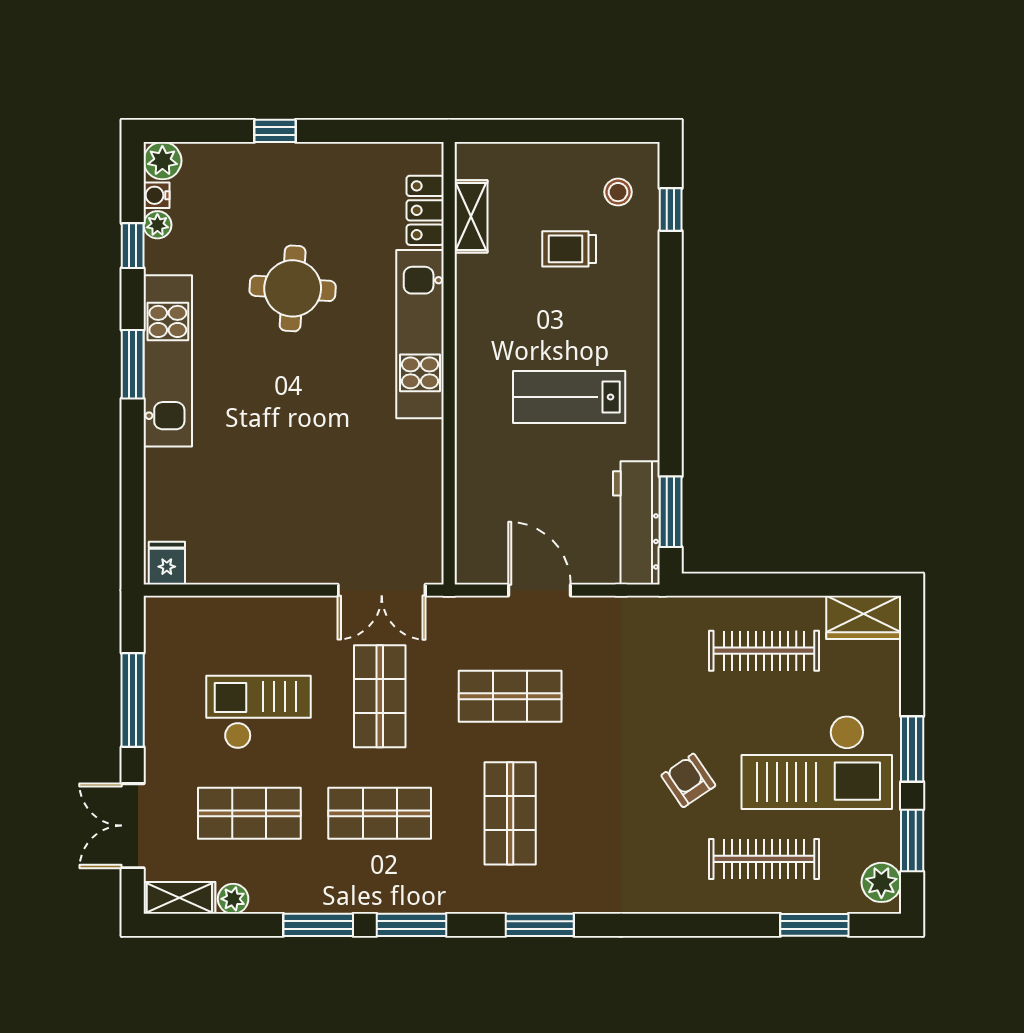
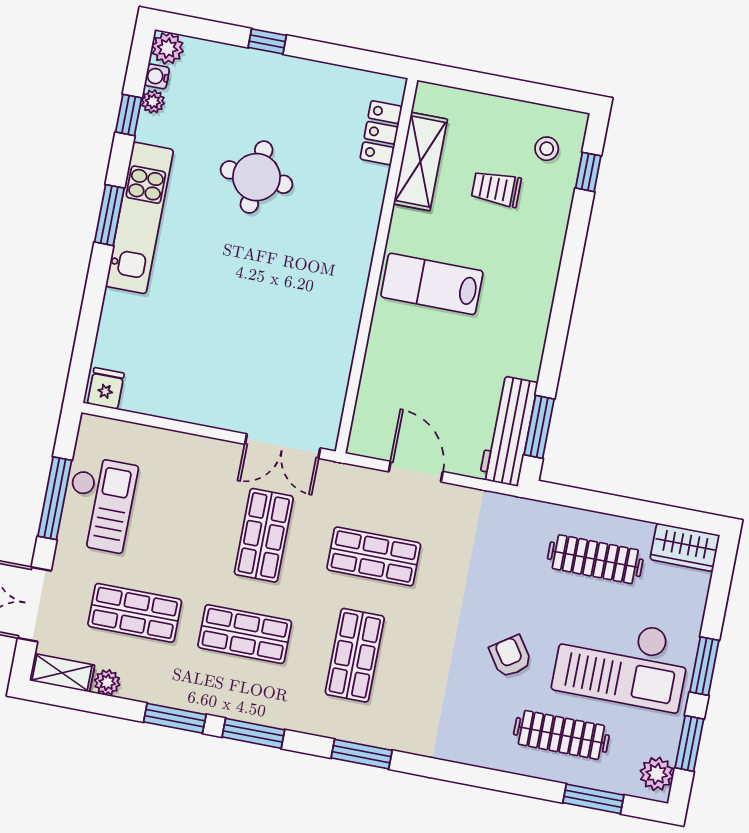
shelving: (471, 216) -> (420, 162), width x1.50, depth x1.33
kitchen unit: (420, 334) -> (357, 236), removed
lab bench: (569, 397) -> (432, 284), moved
checkout: (259, 712) -> (100, 504), moved, turned 90

